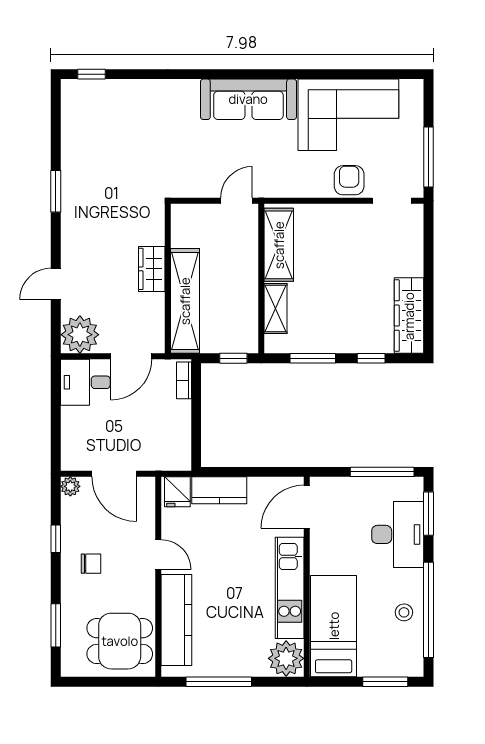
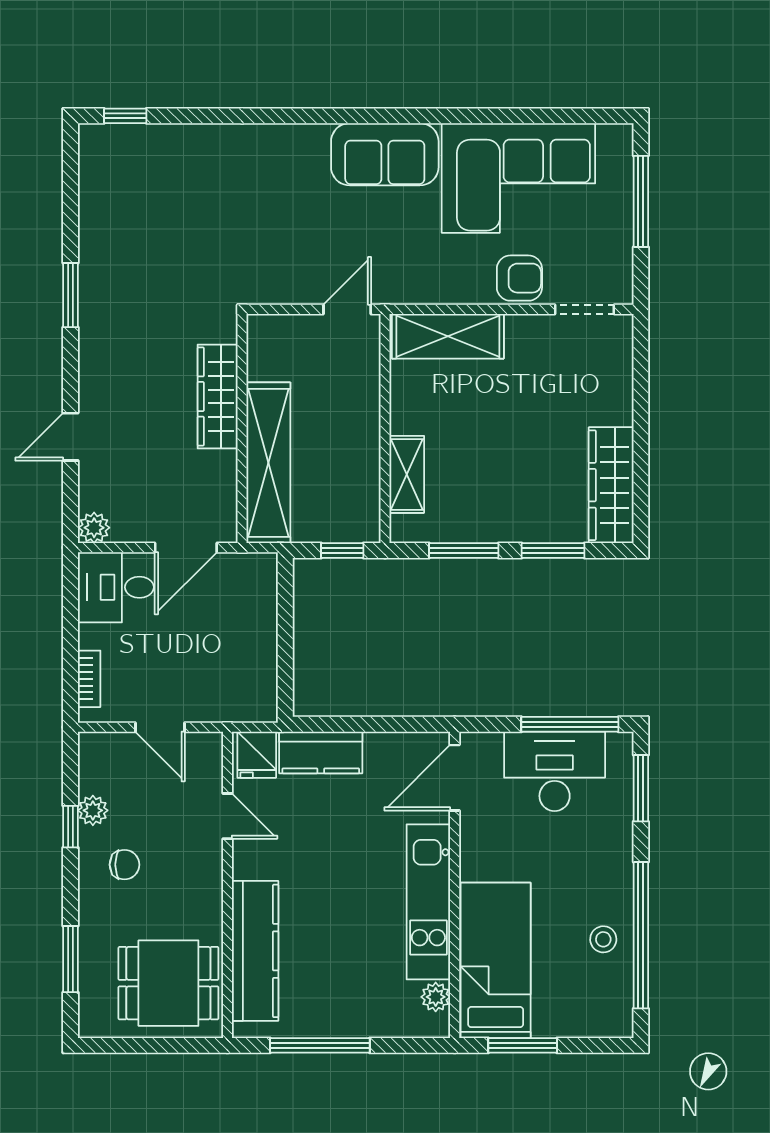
sofa: (248, 99) -> (385, 154), width x0.73
window: (429, 157) -> (641, 201), moved
armchair: (349, 180) -> (519, 278), turned 90
shelving: (279, 245) -> (448, 336), moved, turned 90
wardrobe: (152, 269) -> (218, 397), width x1.50
plant: (80, 335) -> (94, 528), width x0.53, depth x0.53
window: (371, 358) -> (553, 551), width x1.50
bookcase: (184, 380) -> (89, 679), moved, turned 180
door: (114, 474) -> (160, 727), width x0.73
plant: (70, 486) -> (93, 810), moved
desk: (398, 534) -> (555, 771), moved, turned -90
door: (158, 555) -> (227, 816), moved
plant: (286, 658) -> (436, 997), width x0.53, depth x0.53
window: (385, 682) -> (523, 1045), moved

